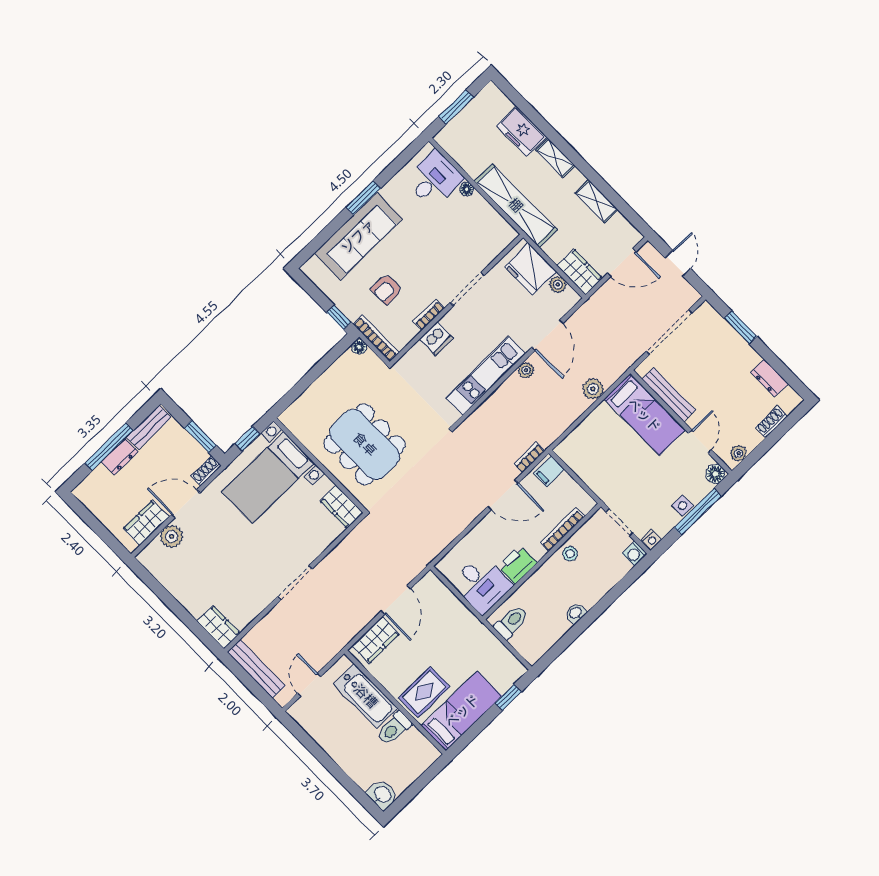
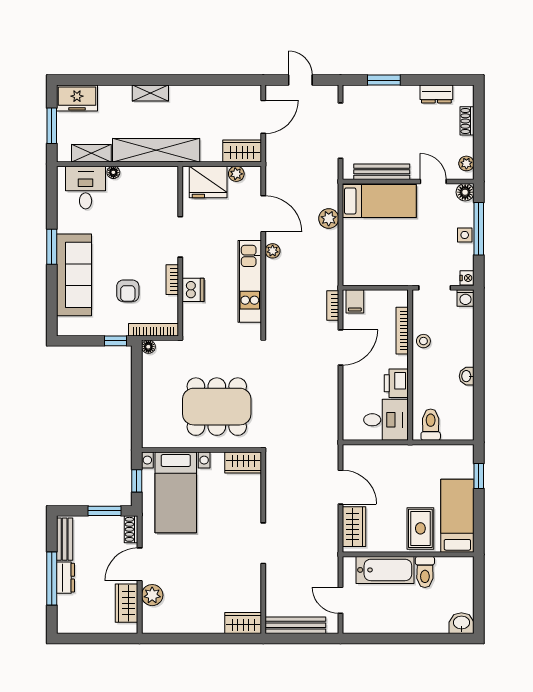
freezer: (521, 131) -> (77, 98), moved
shelving: (597, 201) -> (91, 153), moved

